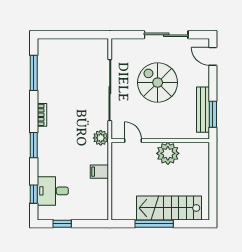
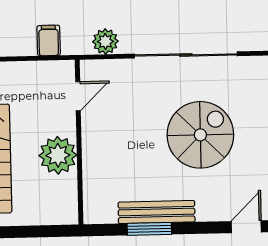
door: (133, 141) -> (78, 96), moved
wall: (160, 141) -> (79, 142), moved
plant: (168, 153) -> (58, 155), moved

